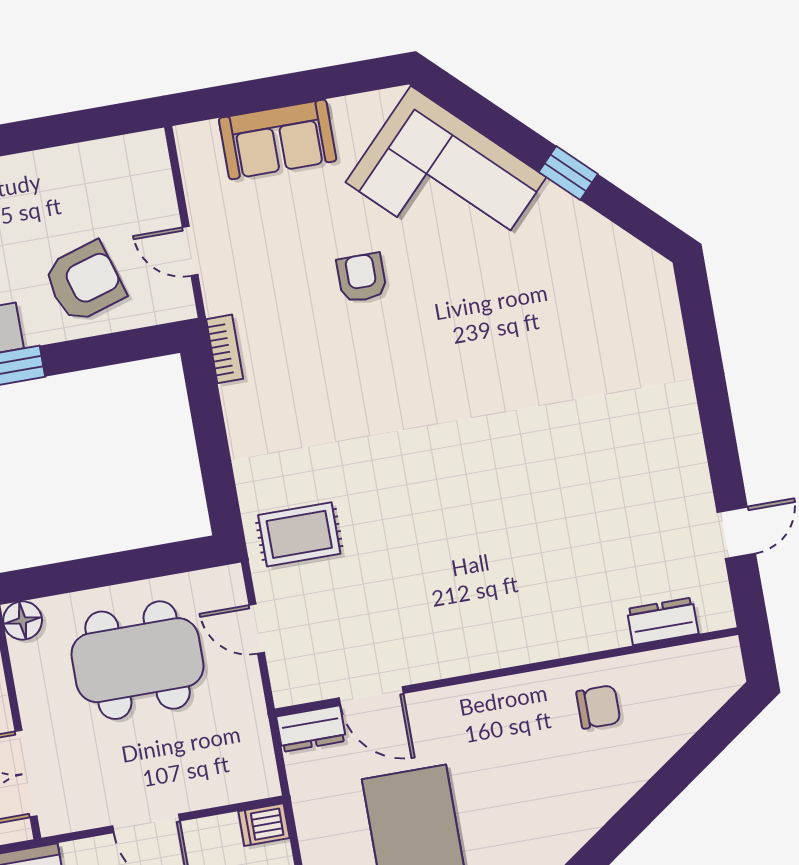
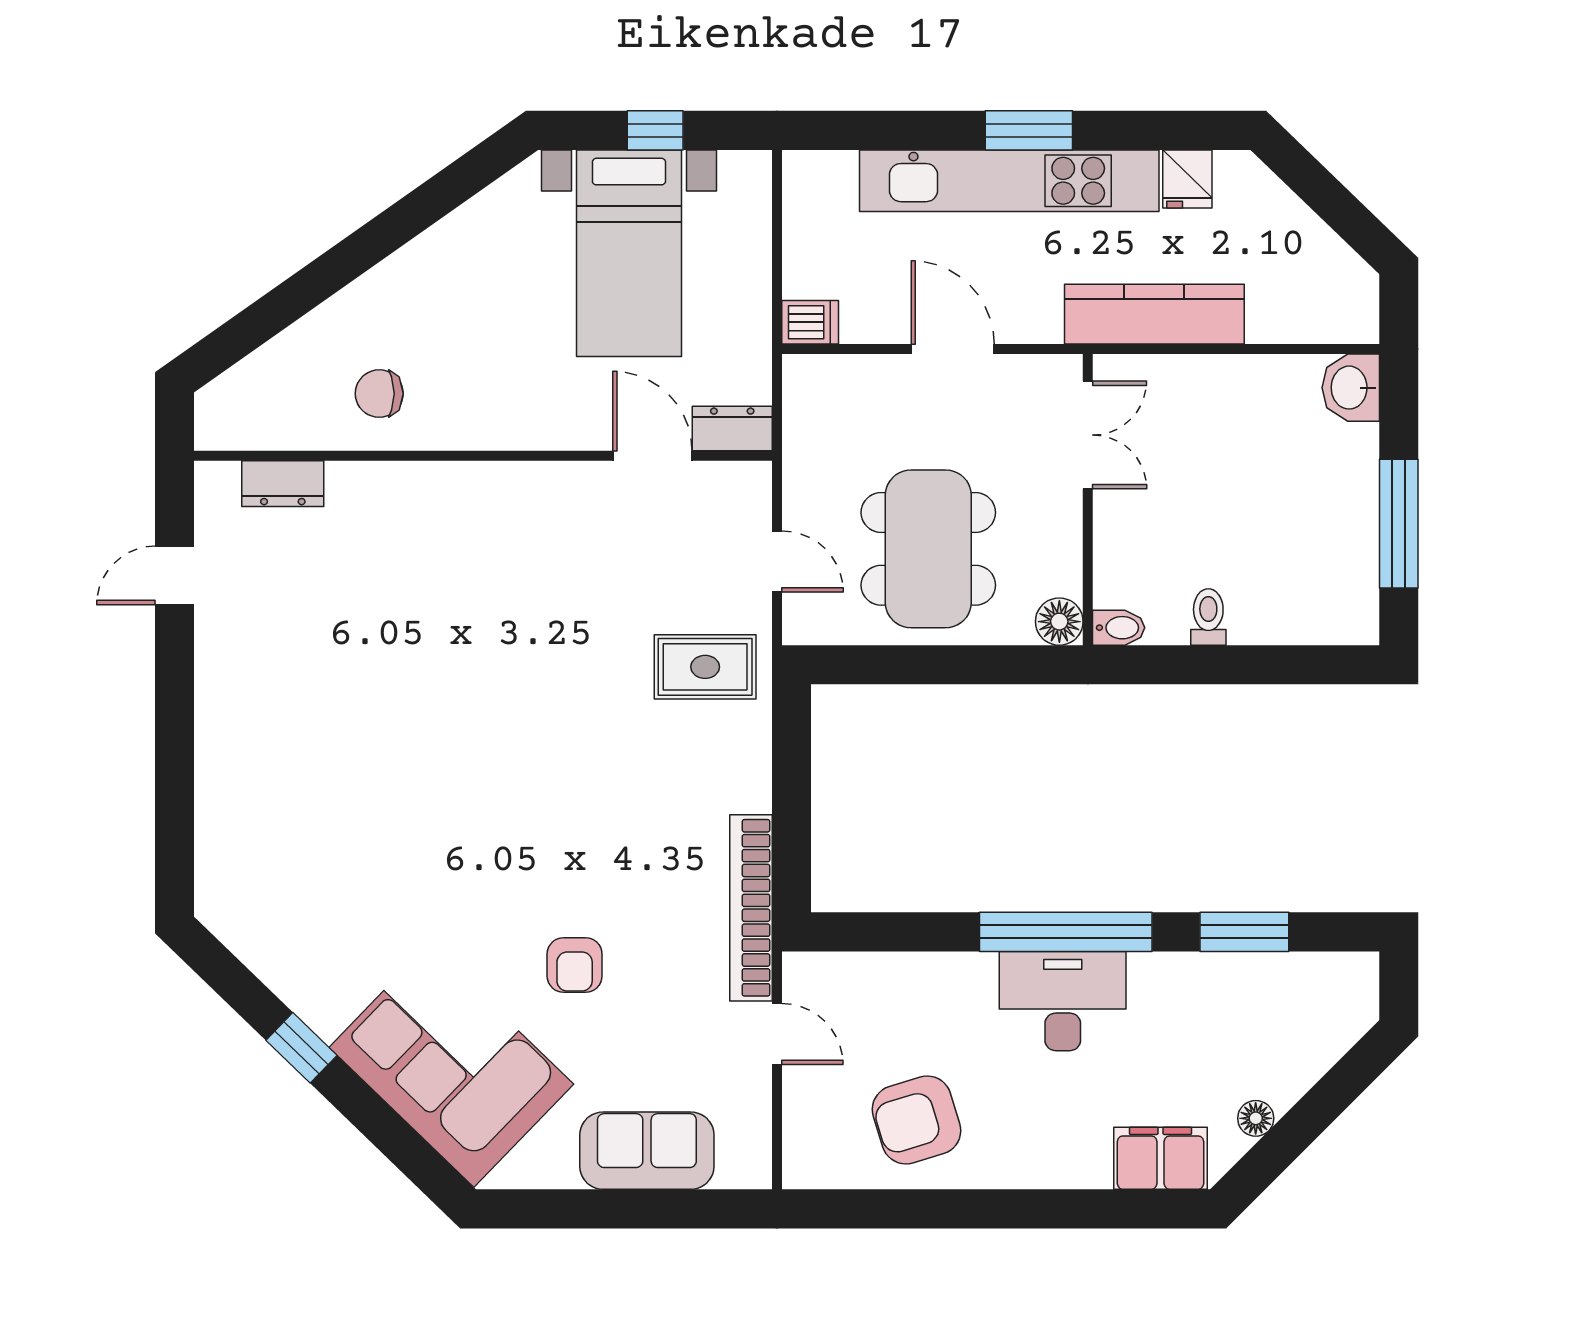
armchair: (84, 282) -> (917, 1120), moved
bookcase: (225, 349) -> (751, 908), width x2.31, depth x1.31
dining table: (137, 660) -> (928, 549), turned 90

